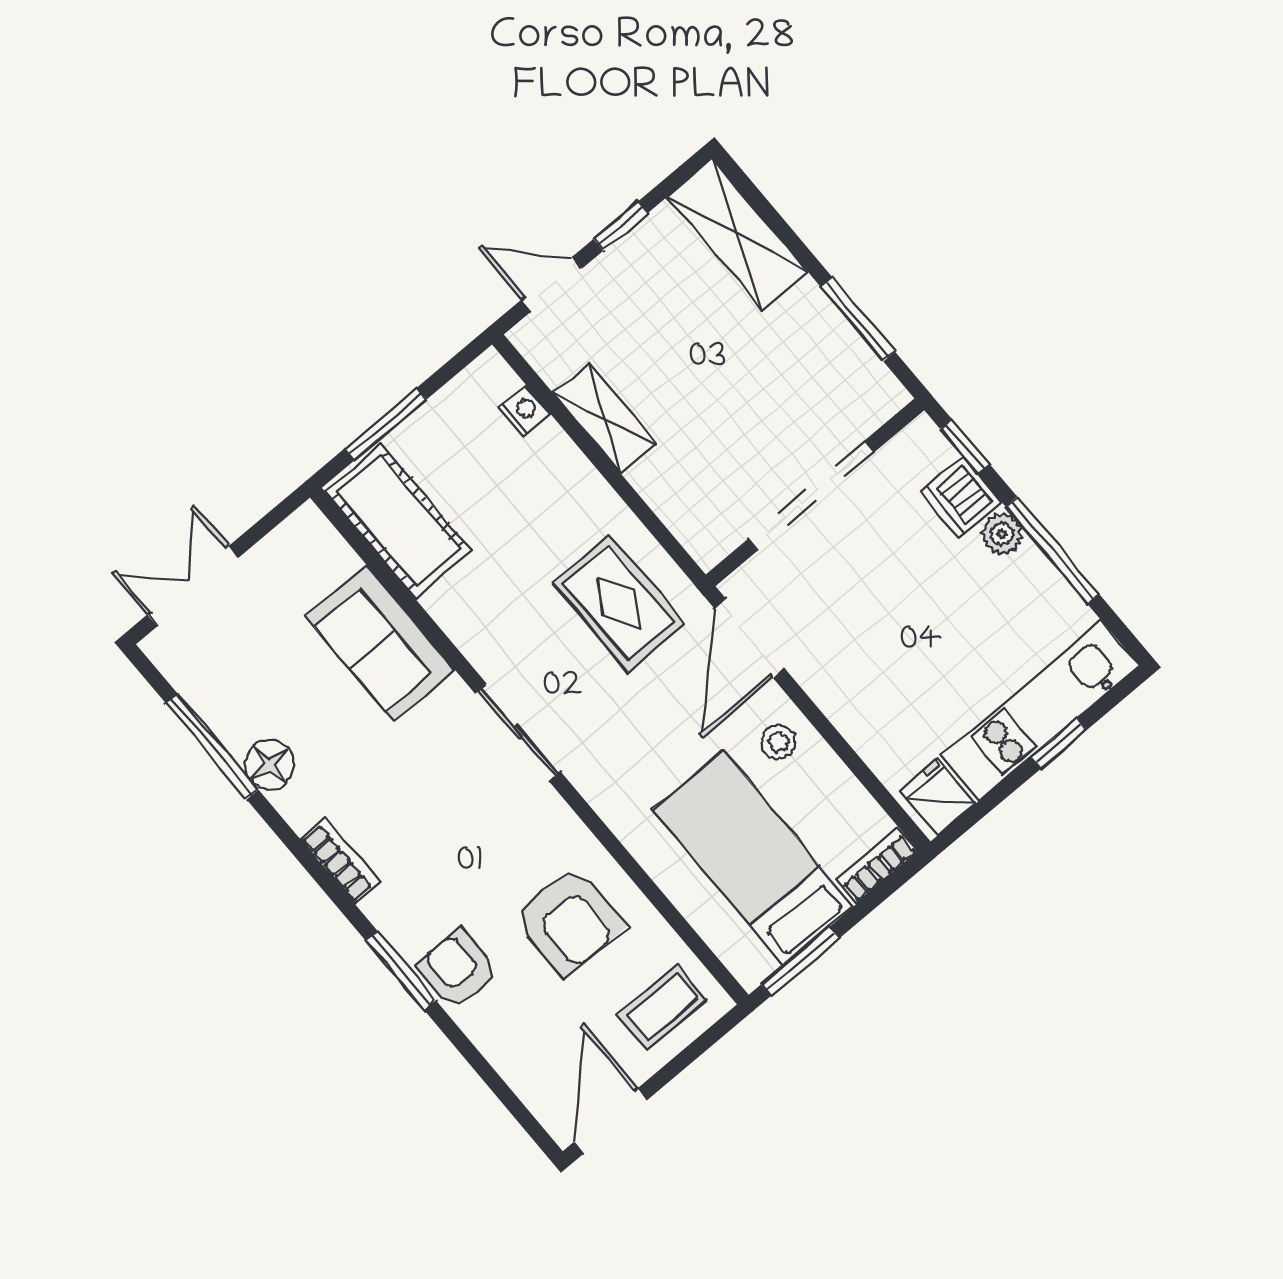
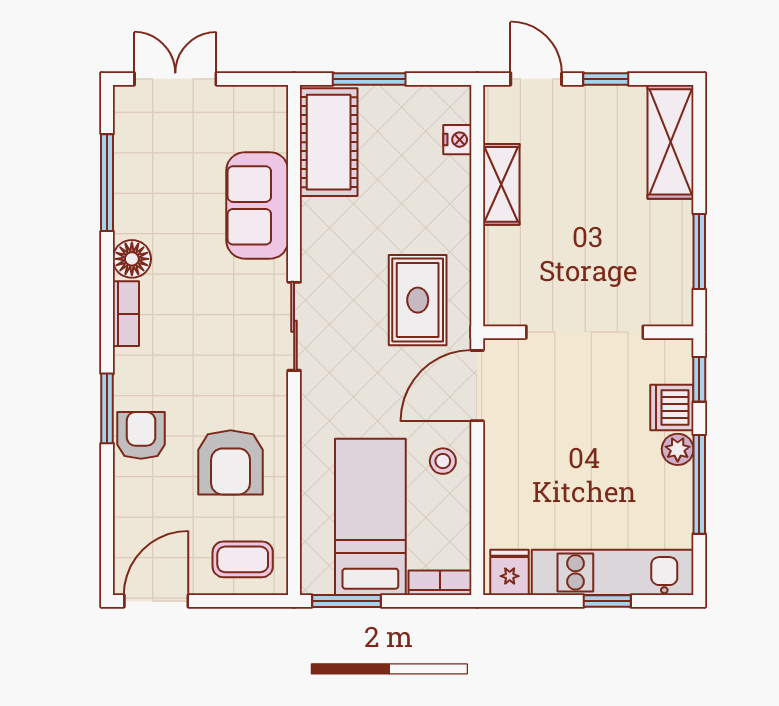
floor lamp: (269, 764) -> (132, 259), moved

